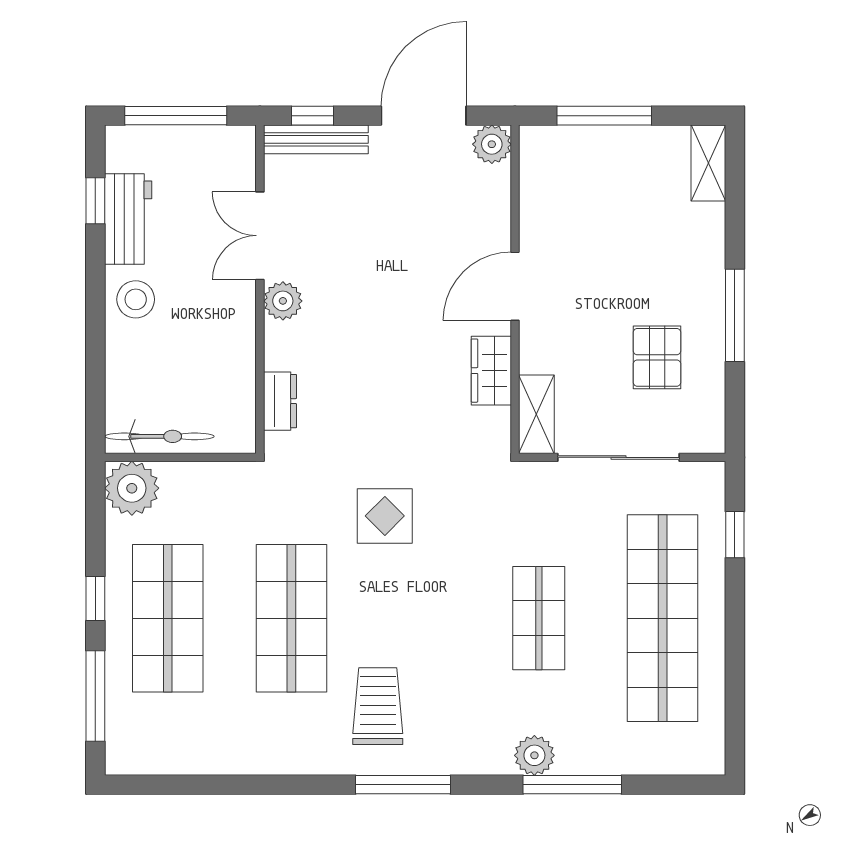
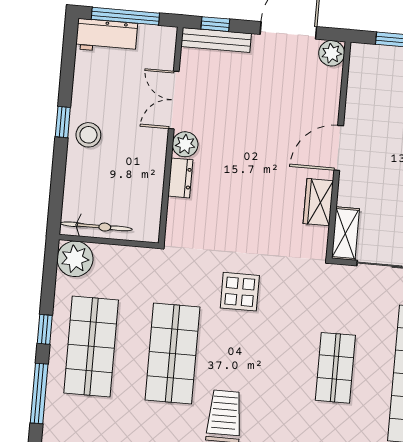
window: (95, 201) -> (63, 122), moved
workbench: (128, 219) -> (107, 36), moved, turned 90
dresser: (280, 401) -> (180, 178), moved

